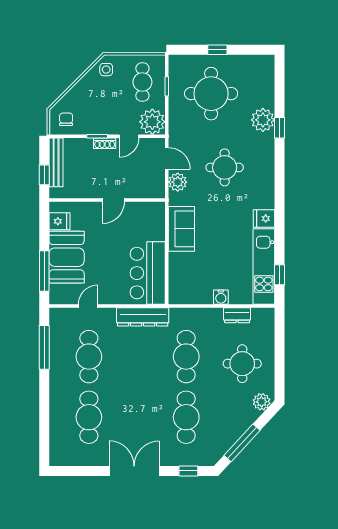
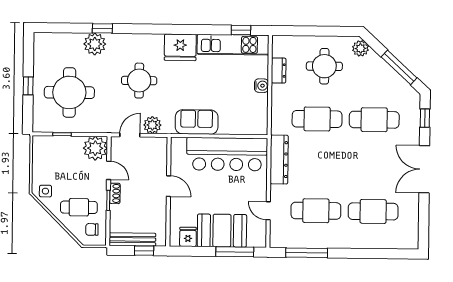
cafe table: (142, 82) -> (79, 207), moved
fridge: (264, 218) -> (180, 47), width x1.88, depth x1.34
bar counter: (148, 273) -> (227, 154), width x1.36

